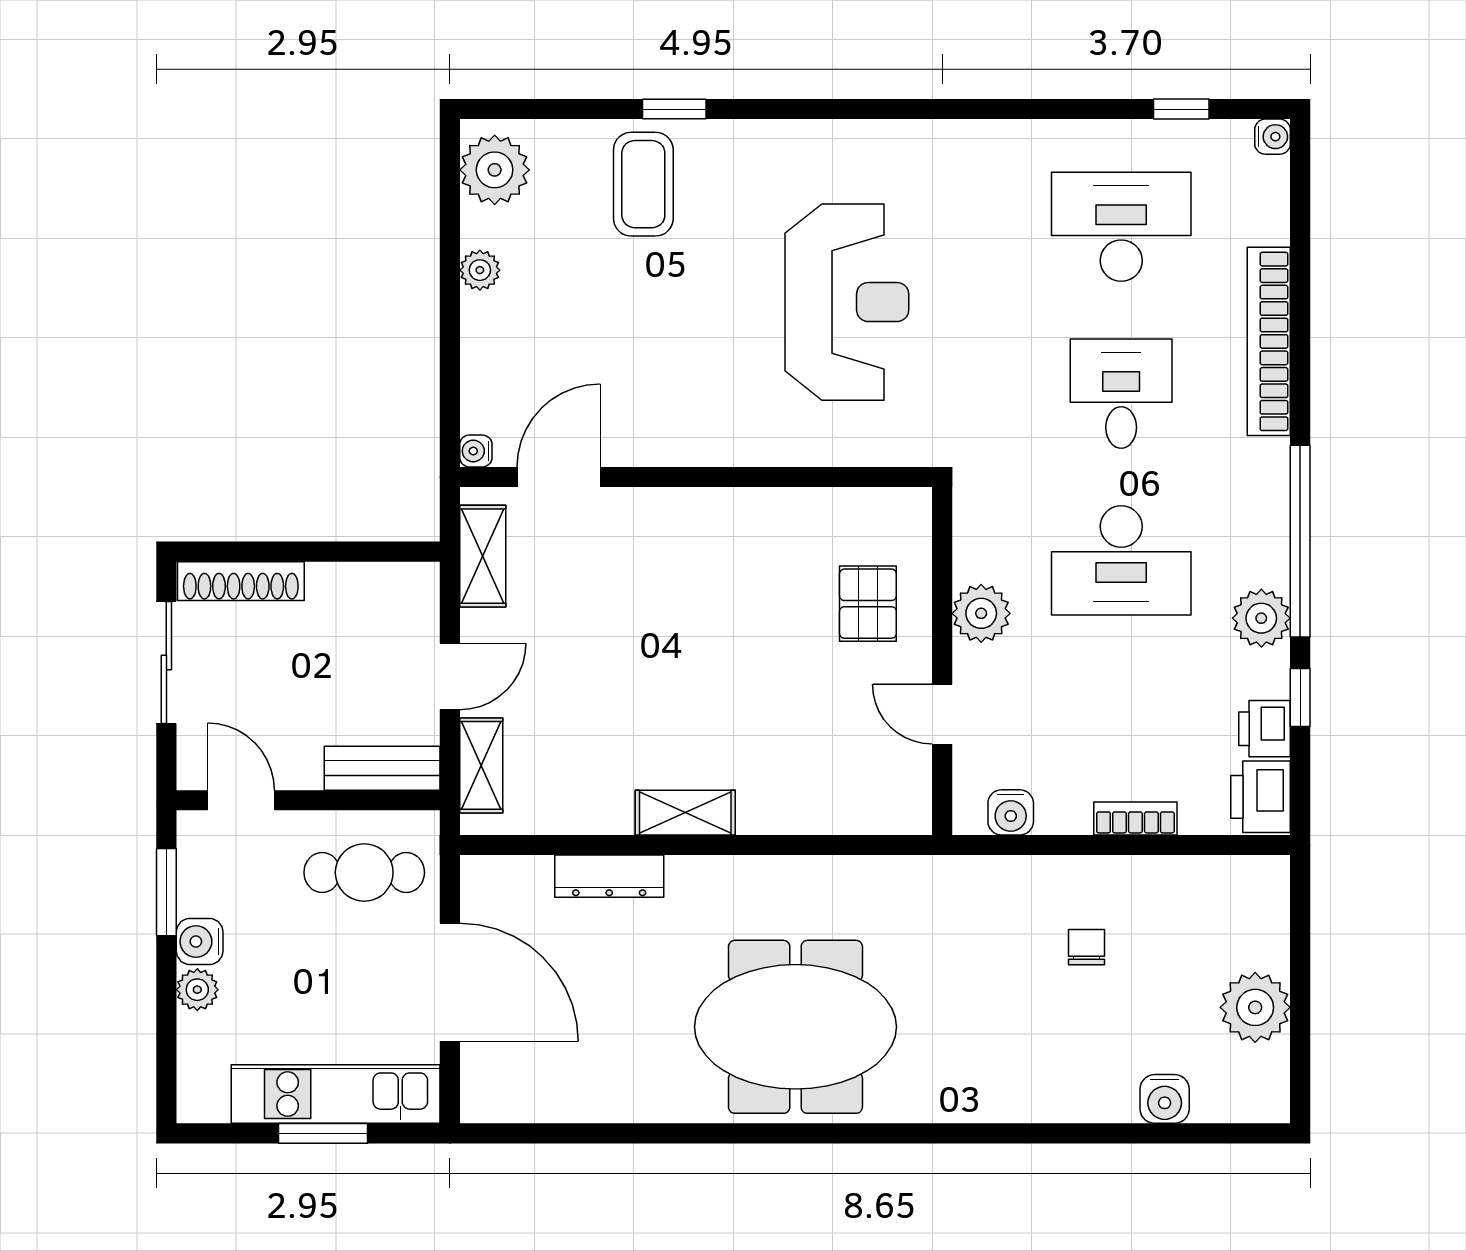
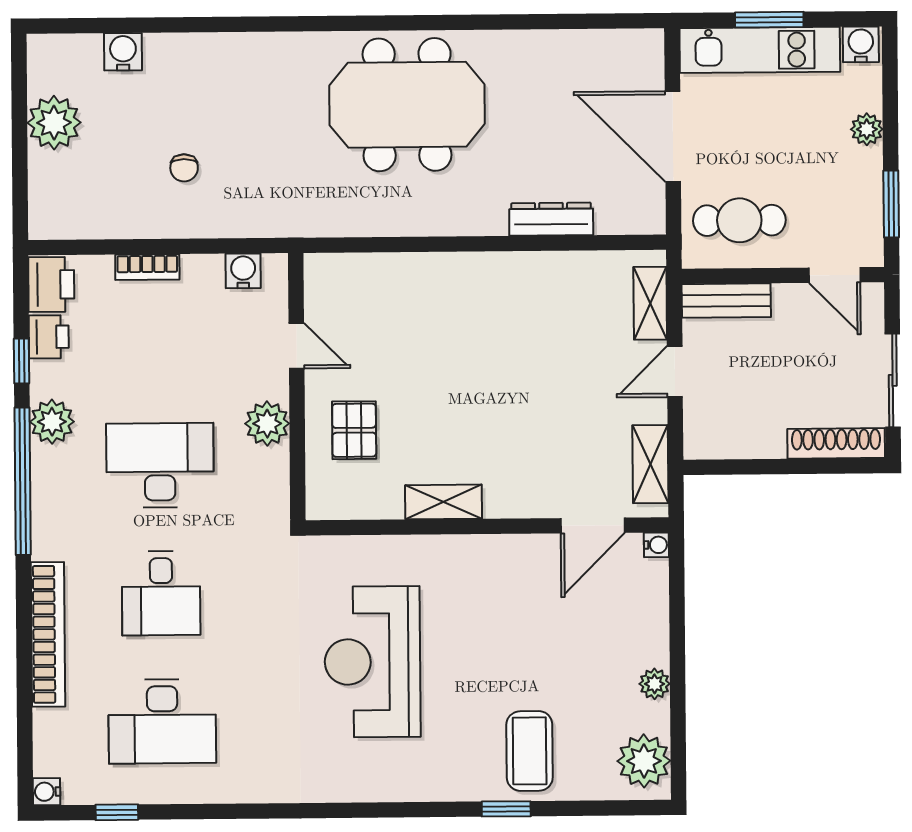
shelving: (685, 813) -> (443, 502), moved
water cooler: (200, 942) -> (861, 44), moved, turned -90

